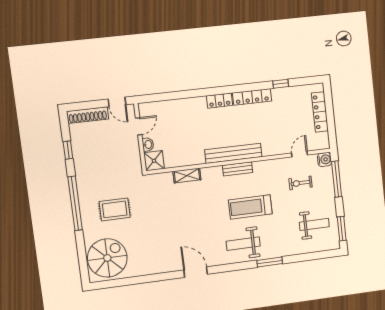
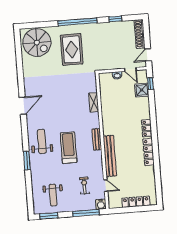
window: (281, 84) -> (150, 84), moved
bench: (233, 153) -> (110, 156), moved
shower: (154, 161) -> (142, 90), moved
rug: (115, 209) -> (72, 49), width x1.36, depth x1.43

